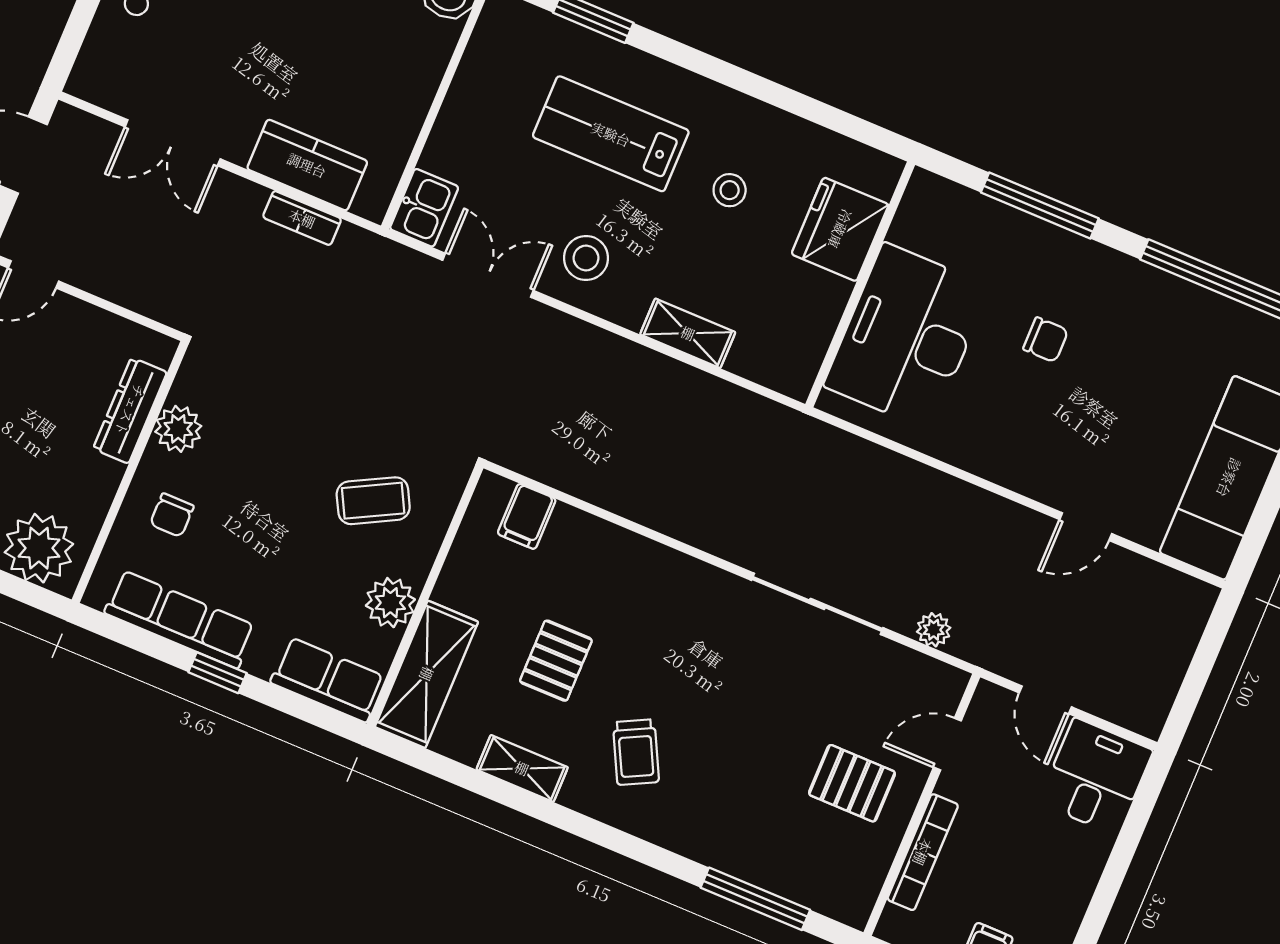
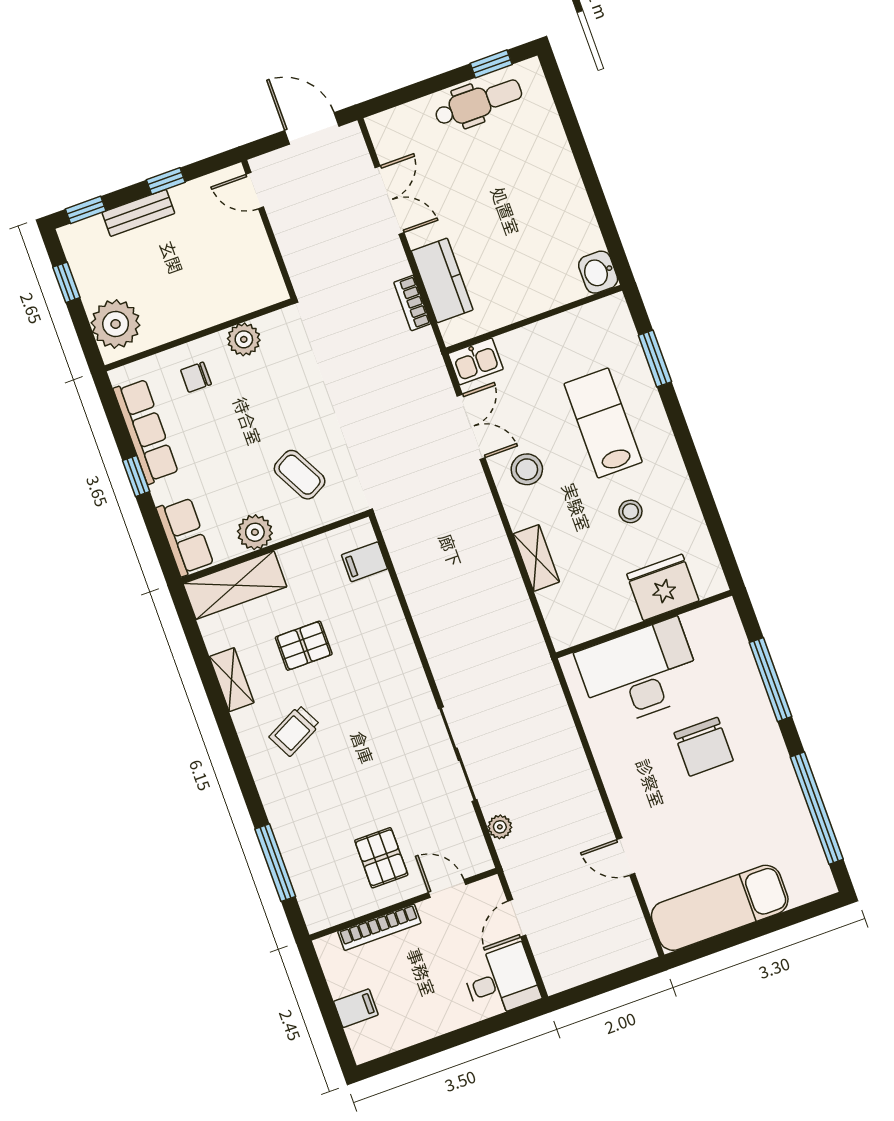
double door: (173, 143) -> (389, 200), swing flipped
chair: (1046, 340) -> (704, 747), width x1.87, depth x1.87
dresser: (130, 410) -> (230, 306), removed

